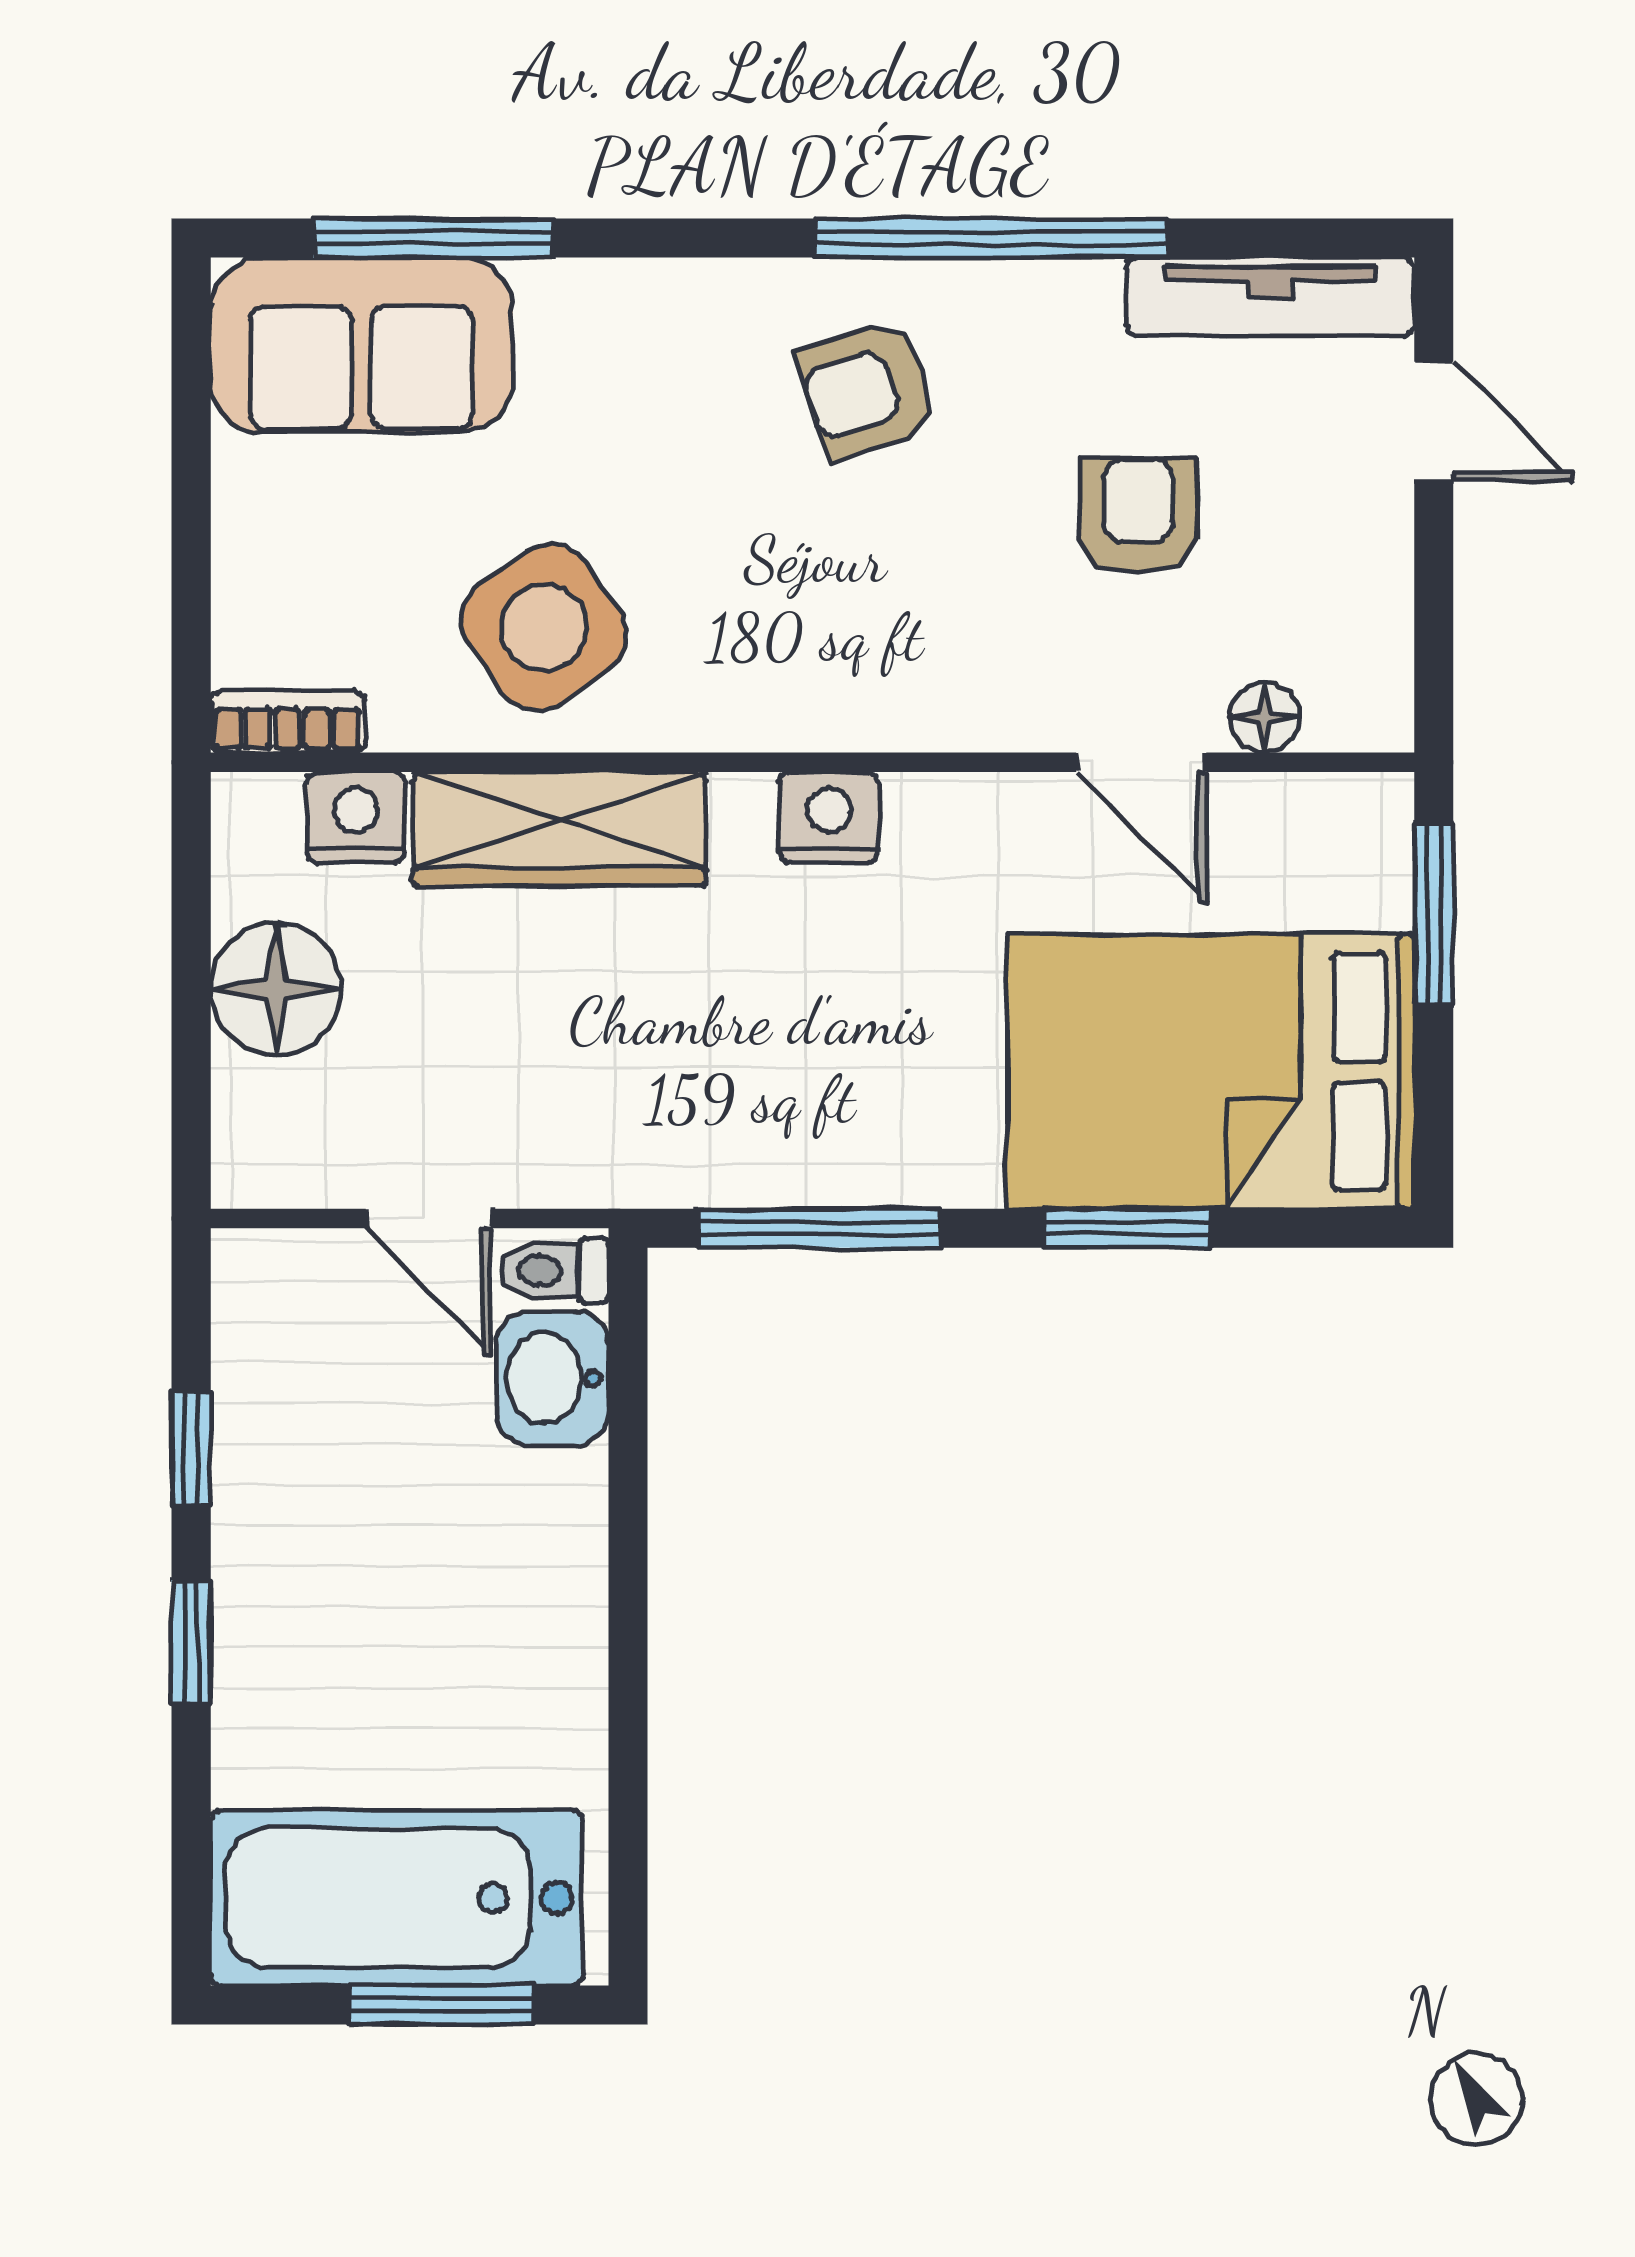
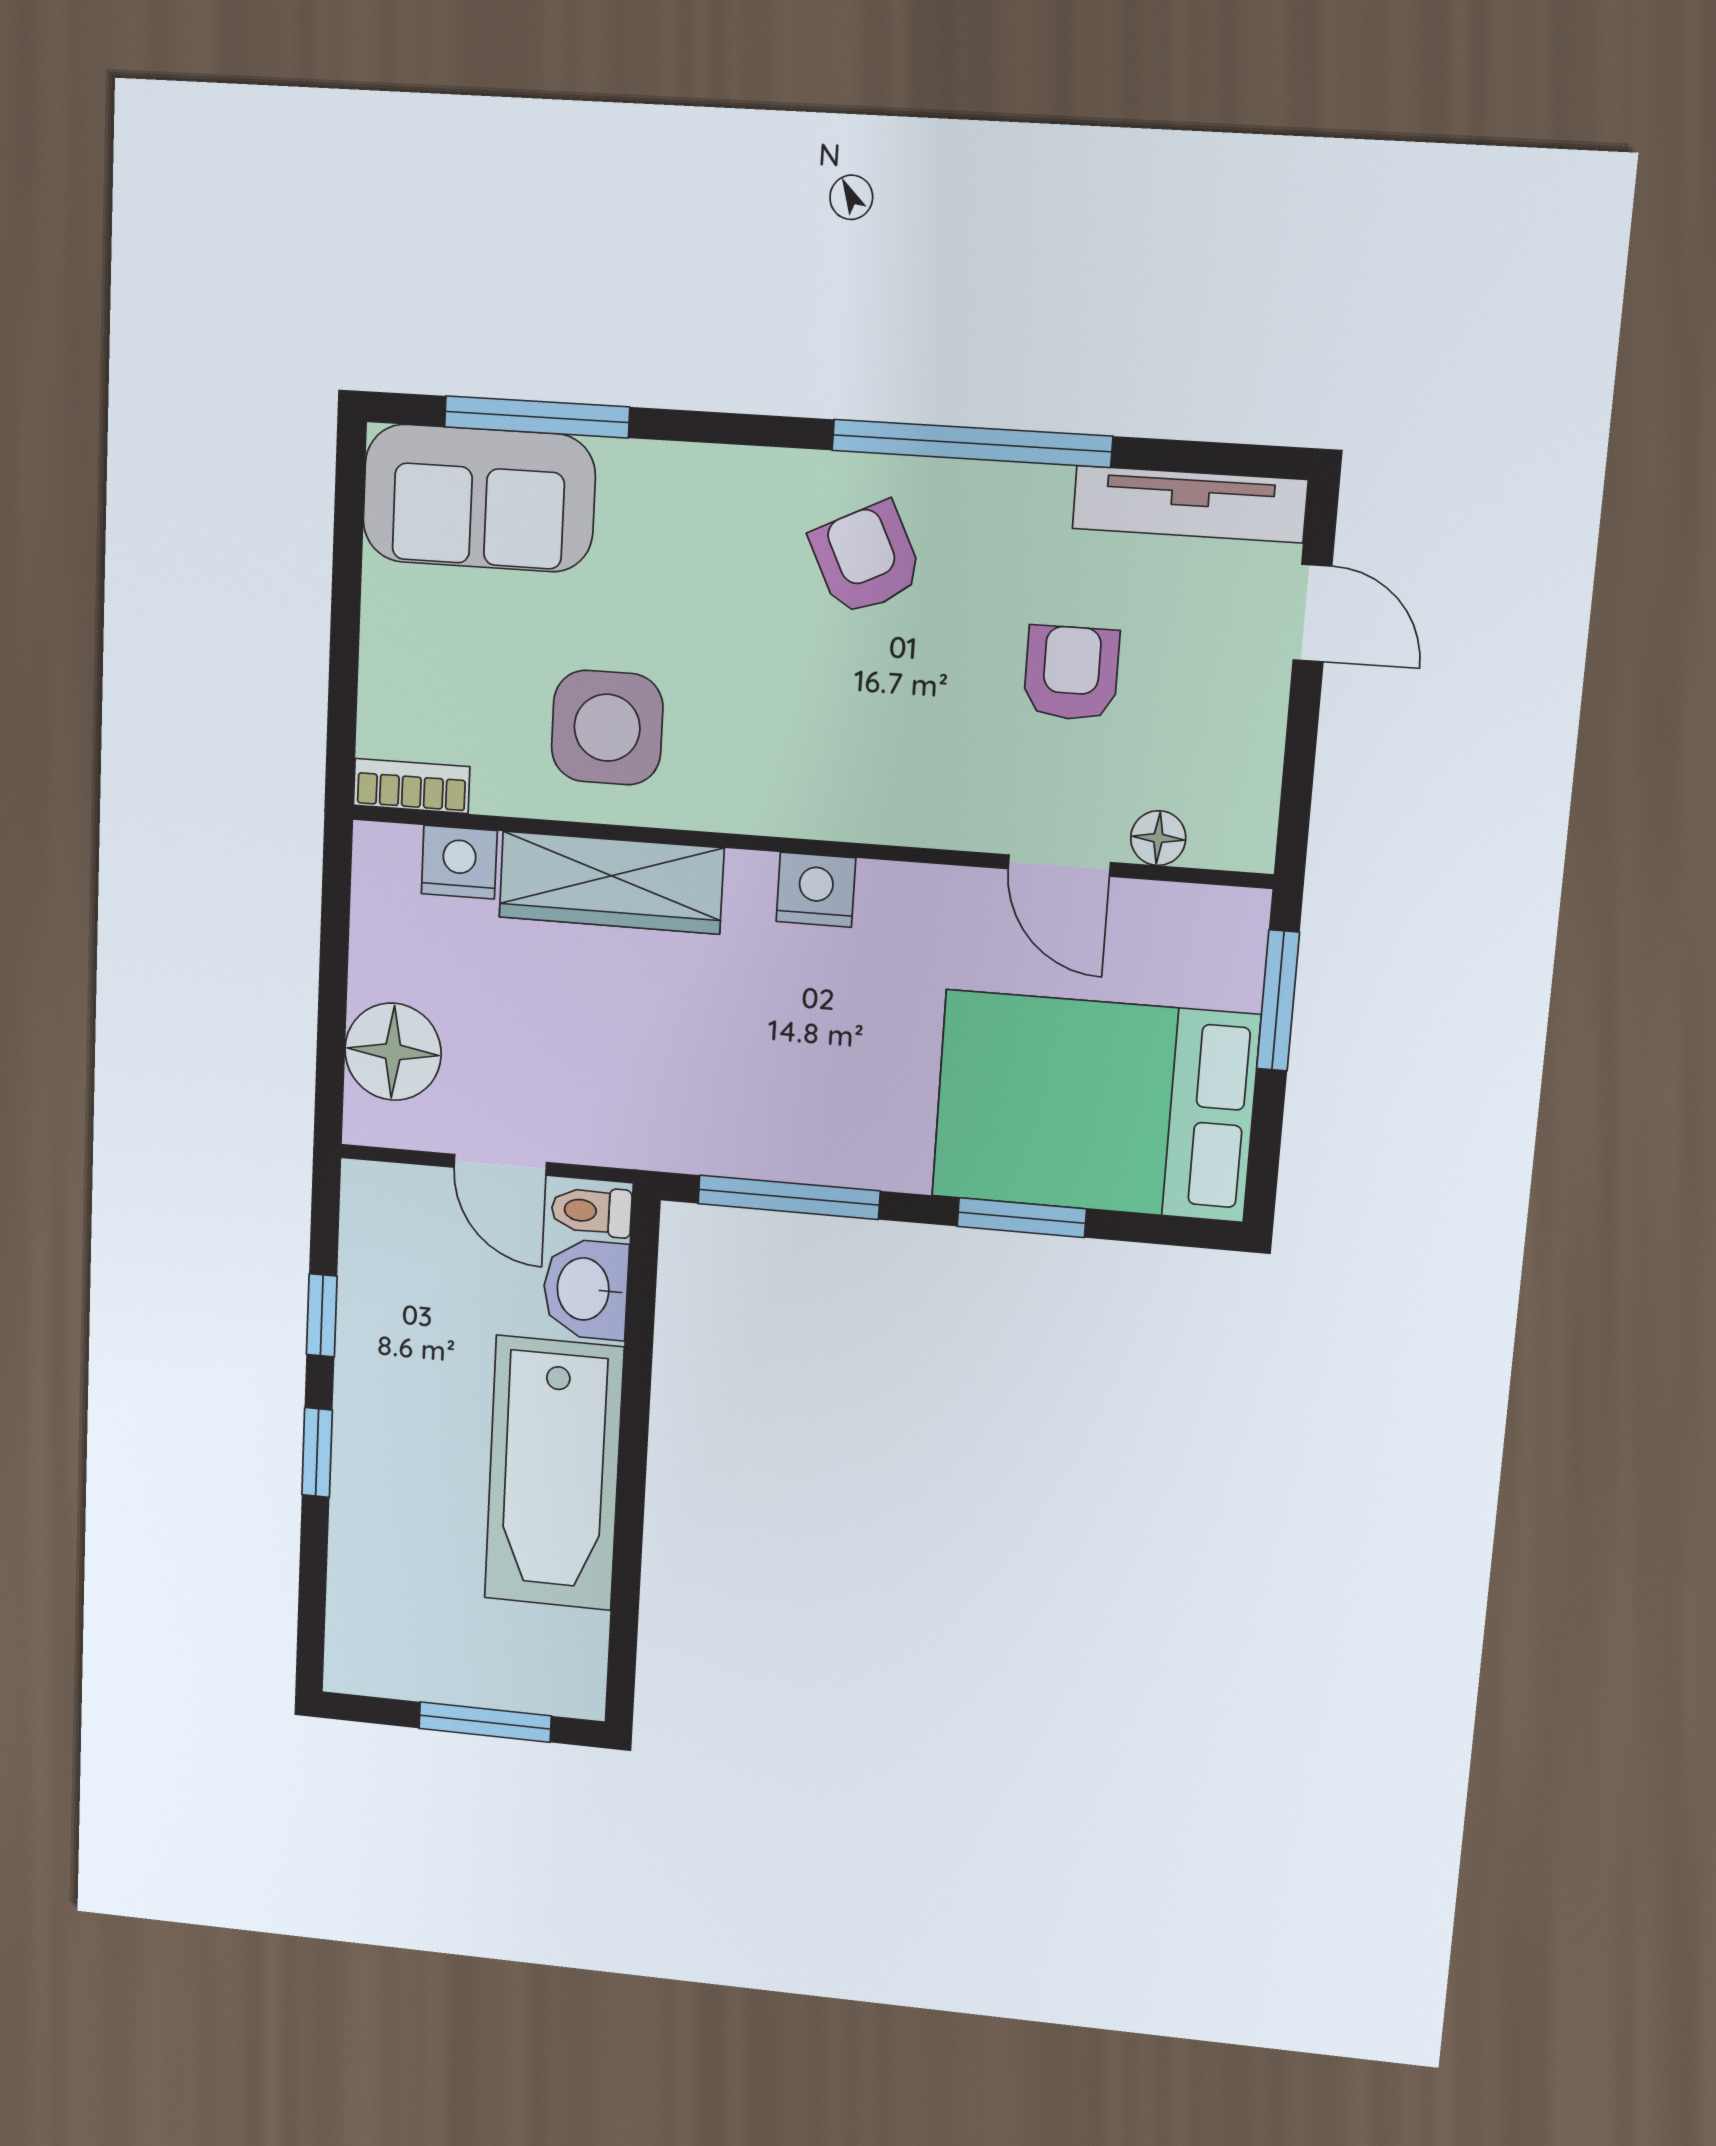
armchair: (867, 390) -> (866, 559), turned 82
side table: (544, 627) -> (607, 728), turned 35
floor lamp: (276, 989) -> (393, 1052), moved
bathtub: (397, 1898) -> (554, 1473), moved, turned -90

